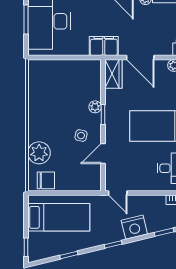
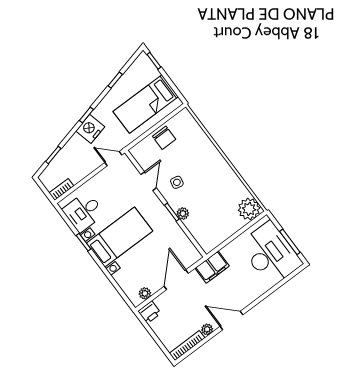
door: (140, 57) -> (176, 280), hinge flipped
wardrobe: (113, 74) -> (188, 251), removed
plant: (39, 153) -> (249, 209), moved
chair: (46, 180) -> (164, 138), moved, turned -90
nightstand: (134, 227) -> (90, 129), moved

